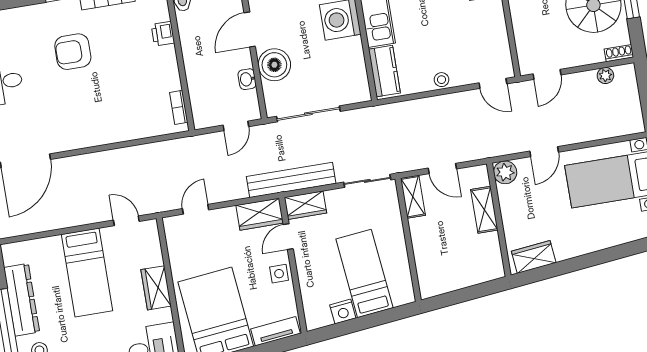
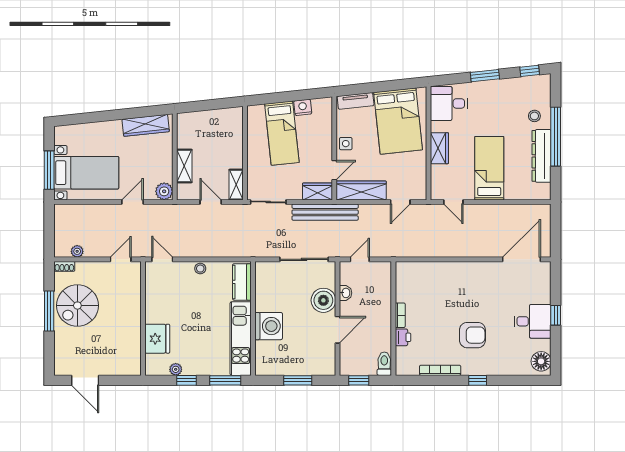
bookcase: (179, 107) -> (400, 315), moved
wardrobe: (260, 214) -> (361, 190), width x1.50
wardrobe: (534, 257) -> (146, 125), width x1.50

